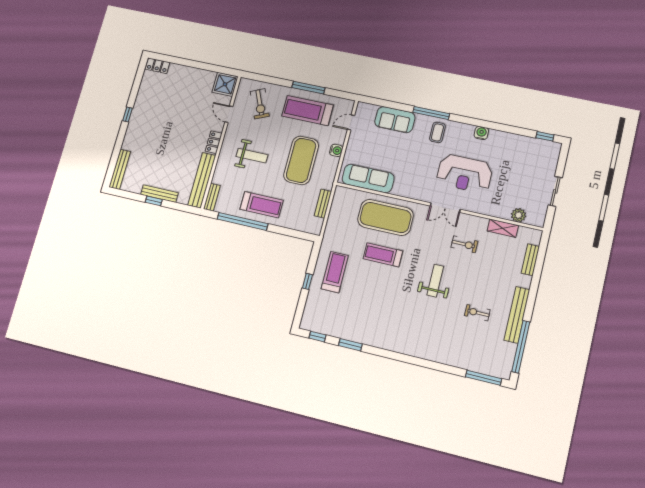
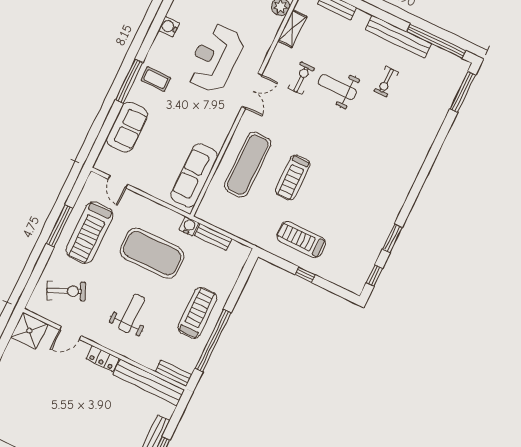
water cooler: (336, 150) -> (189, 226), moved
reception desk: (465, 174) -> (215, 58), turned 180
exercise mat: (385, 217) -> (248, 165), width x0.68
weight bench: (435, 281) -> (337, 87), moved

